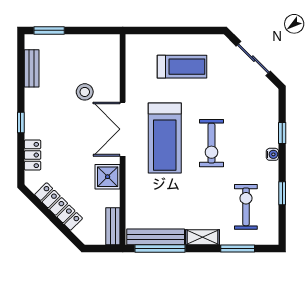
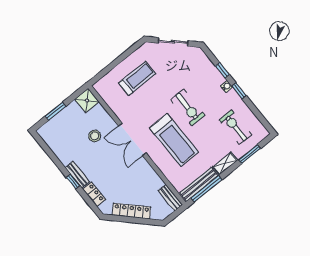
window: (49, 30) -> (56, 111), moved
bench: (32, 68) -> (77, 175), moved
treadmill: (165, 138) -> (174, 140), moved
shower: (108, 177) -> (87, 101), moved
window: (282, 193) -> (239, 91), moved

